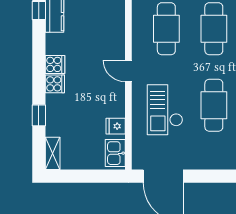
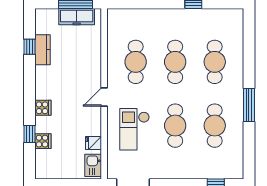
cooker: (55, 64) -> (43, 141), moved
door: (128, 71) -> (104, 97), hinge flipped
shelving: (53, 153) -> (41, 166), removed

